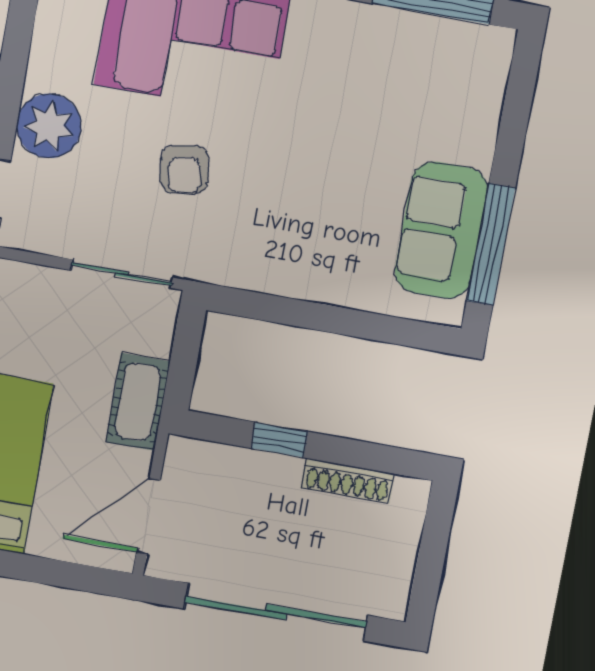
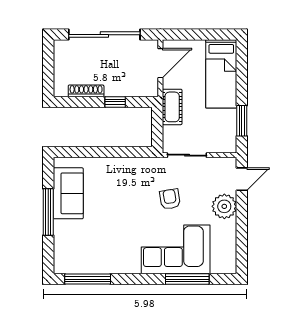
window: (491, 244) -> (48, 212), moved

